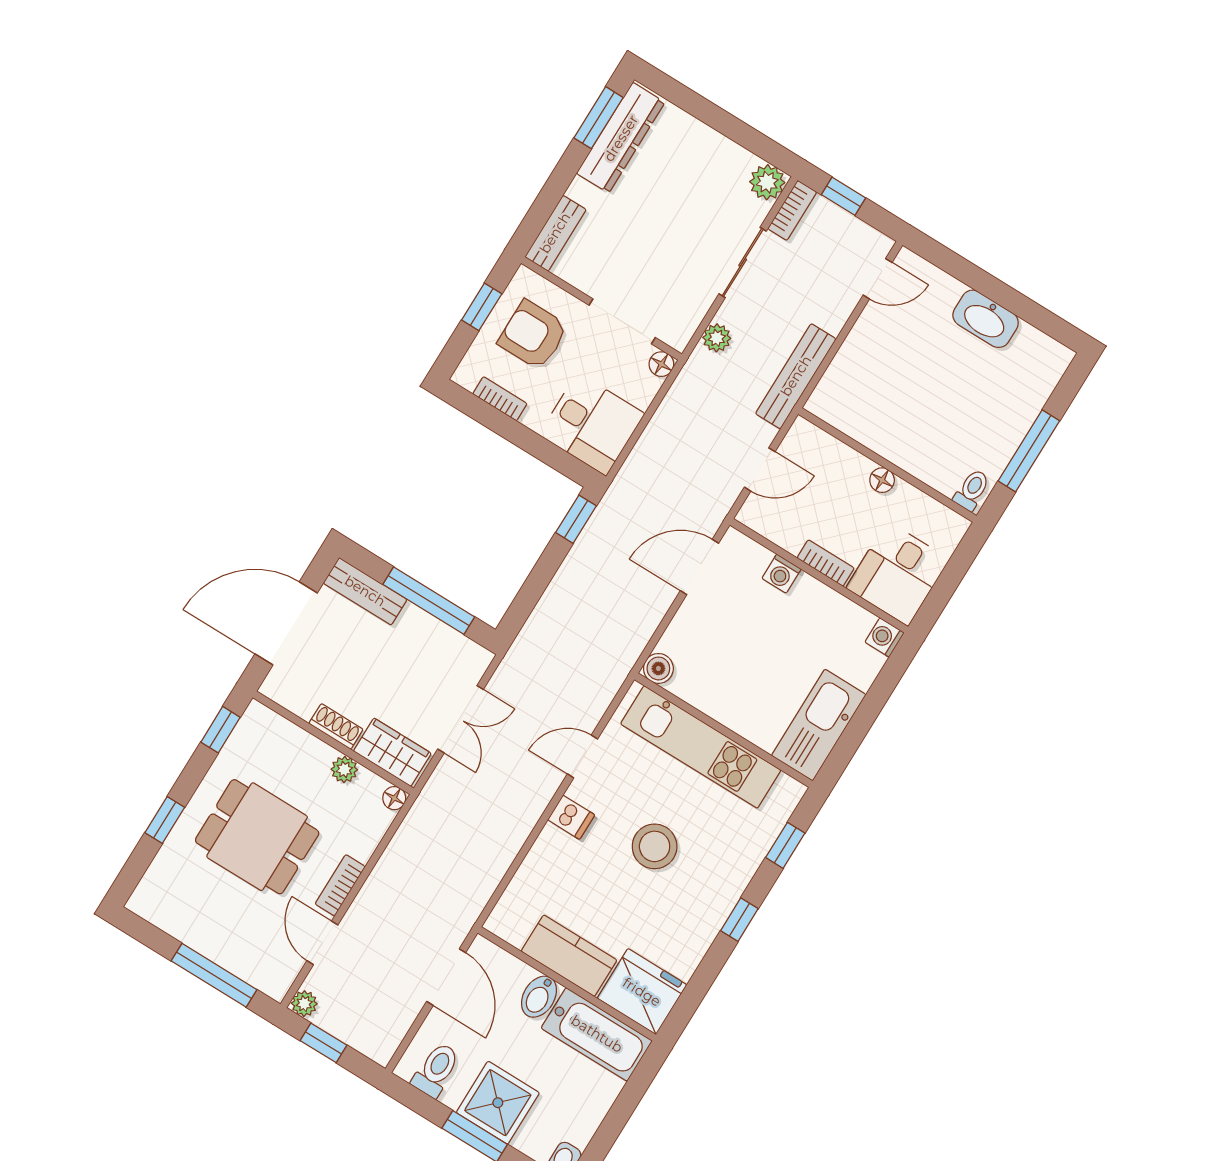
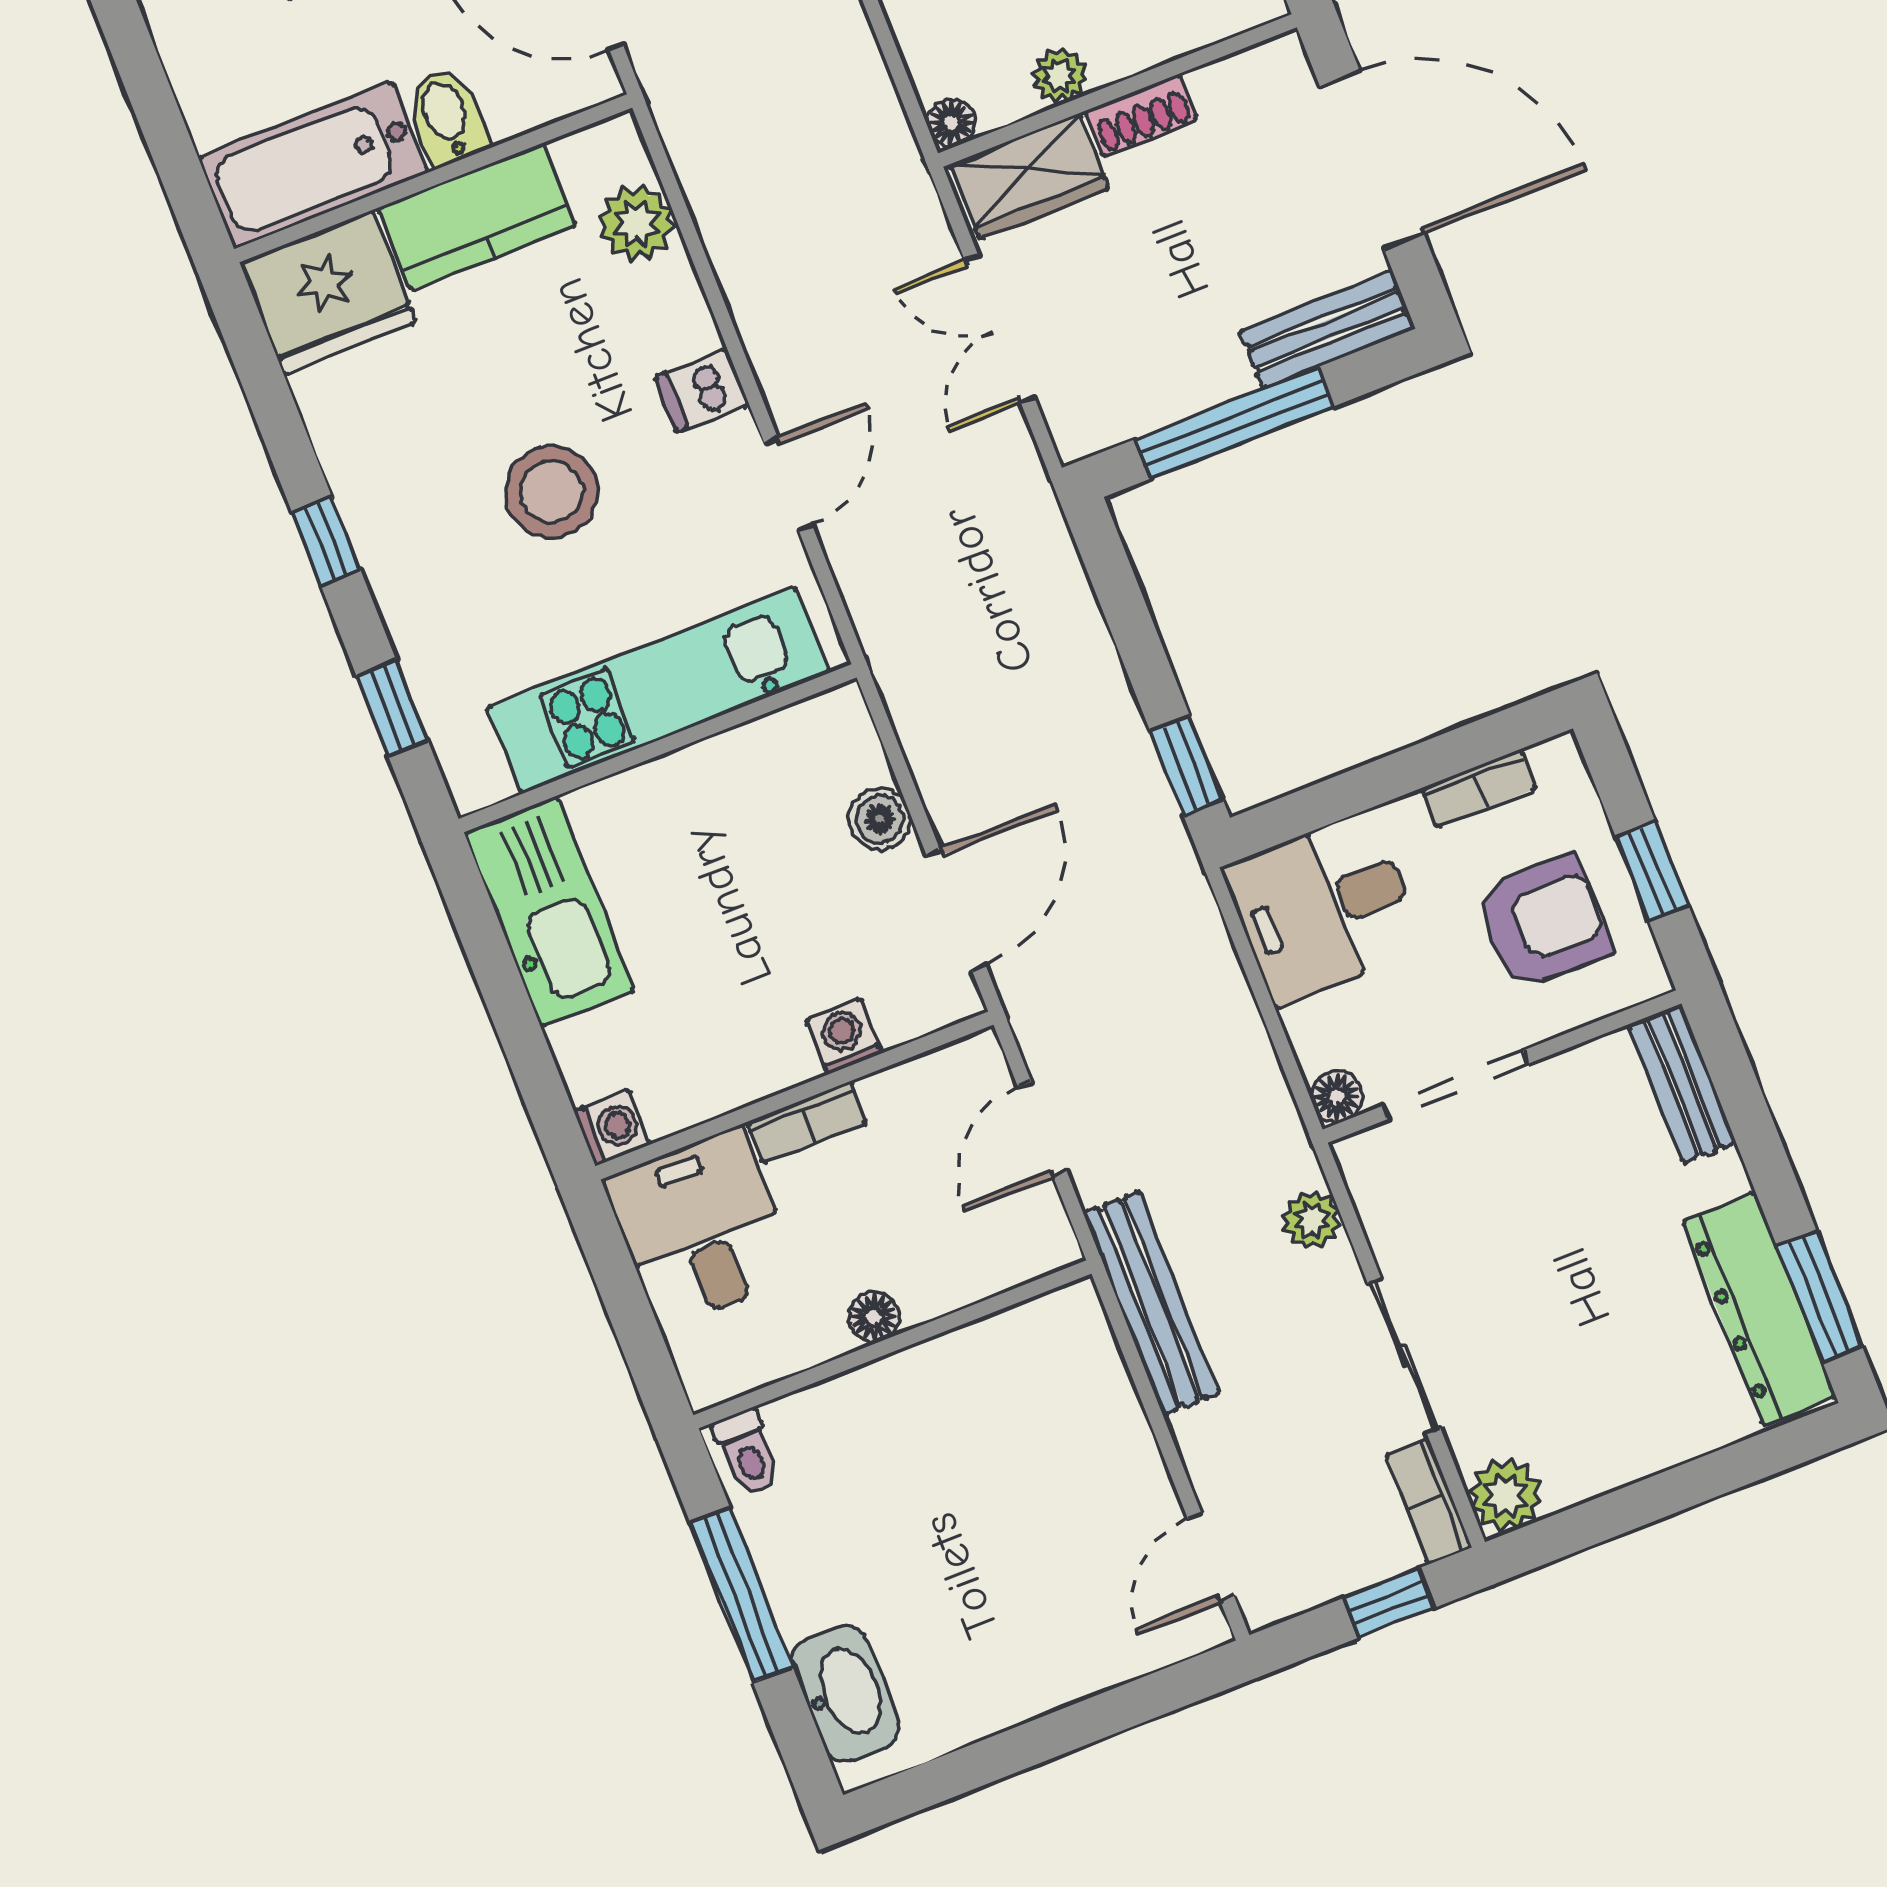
washbasin: (986, 319) -> (846, 1693), moved, turned 90
door: (286, 623) -> (1372, 160), hinge flipped
boiler: (658, 668) -> (880, 819), moved
plant: (525, 892) -> (636, 223), added

